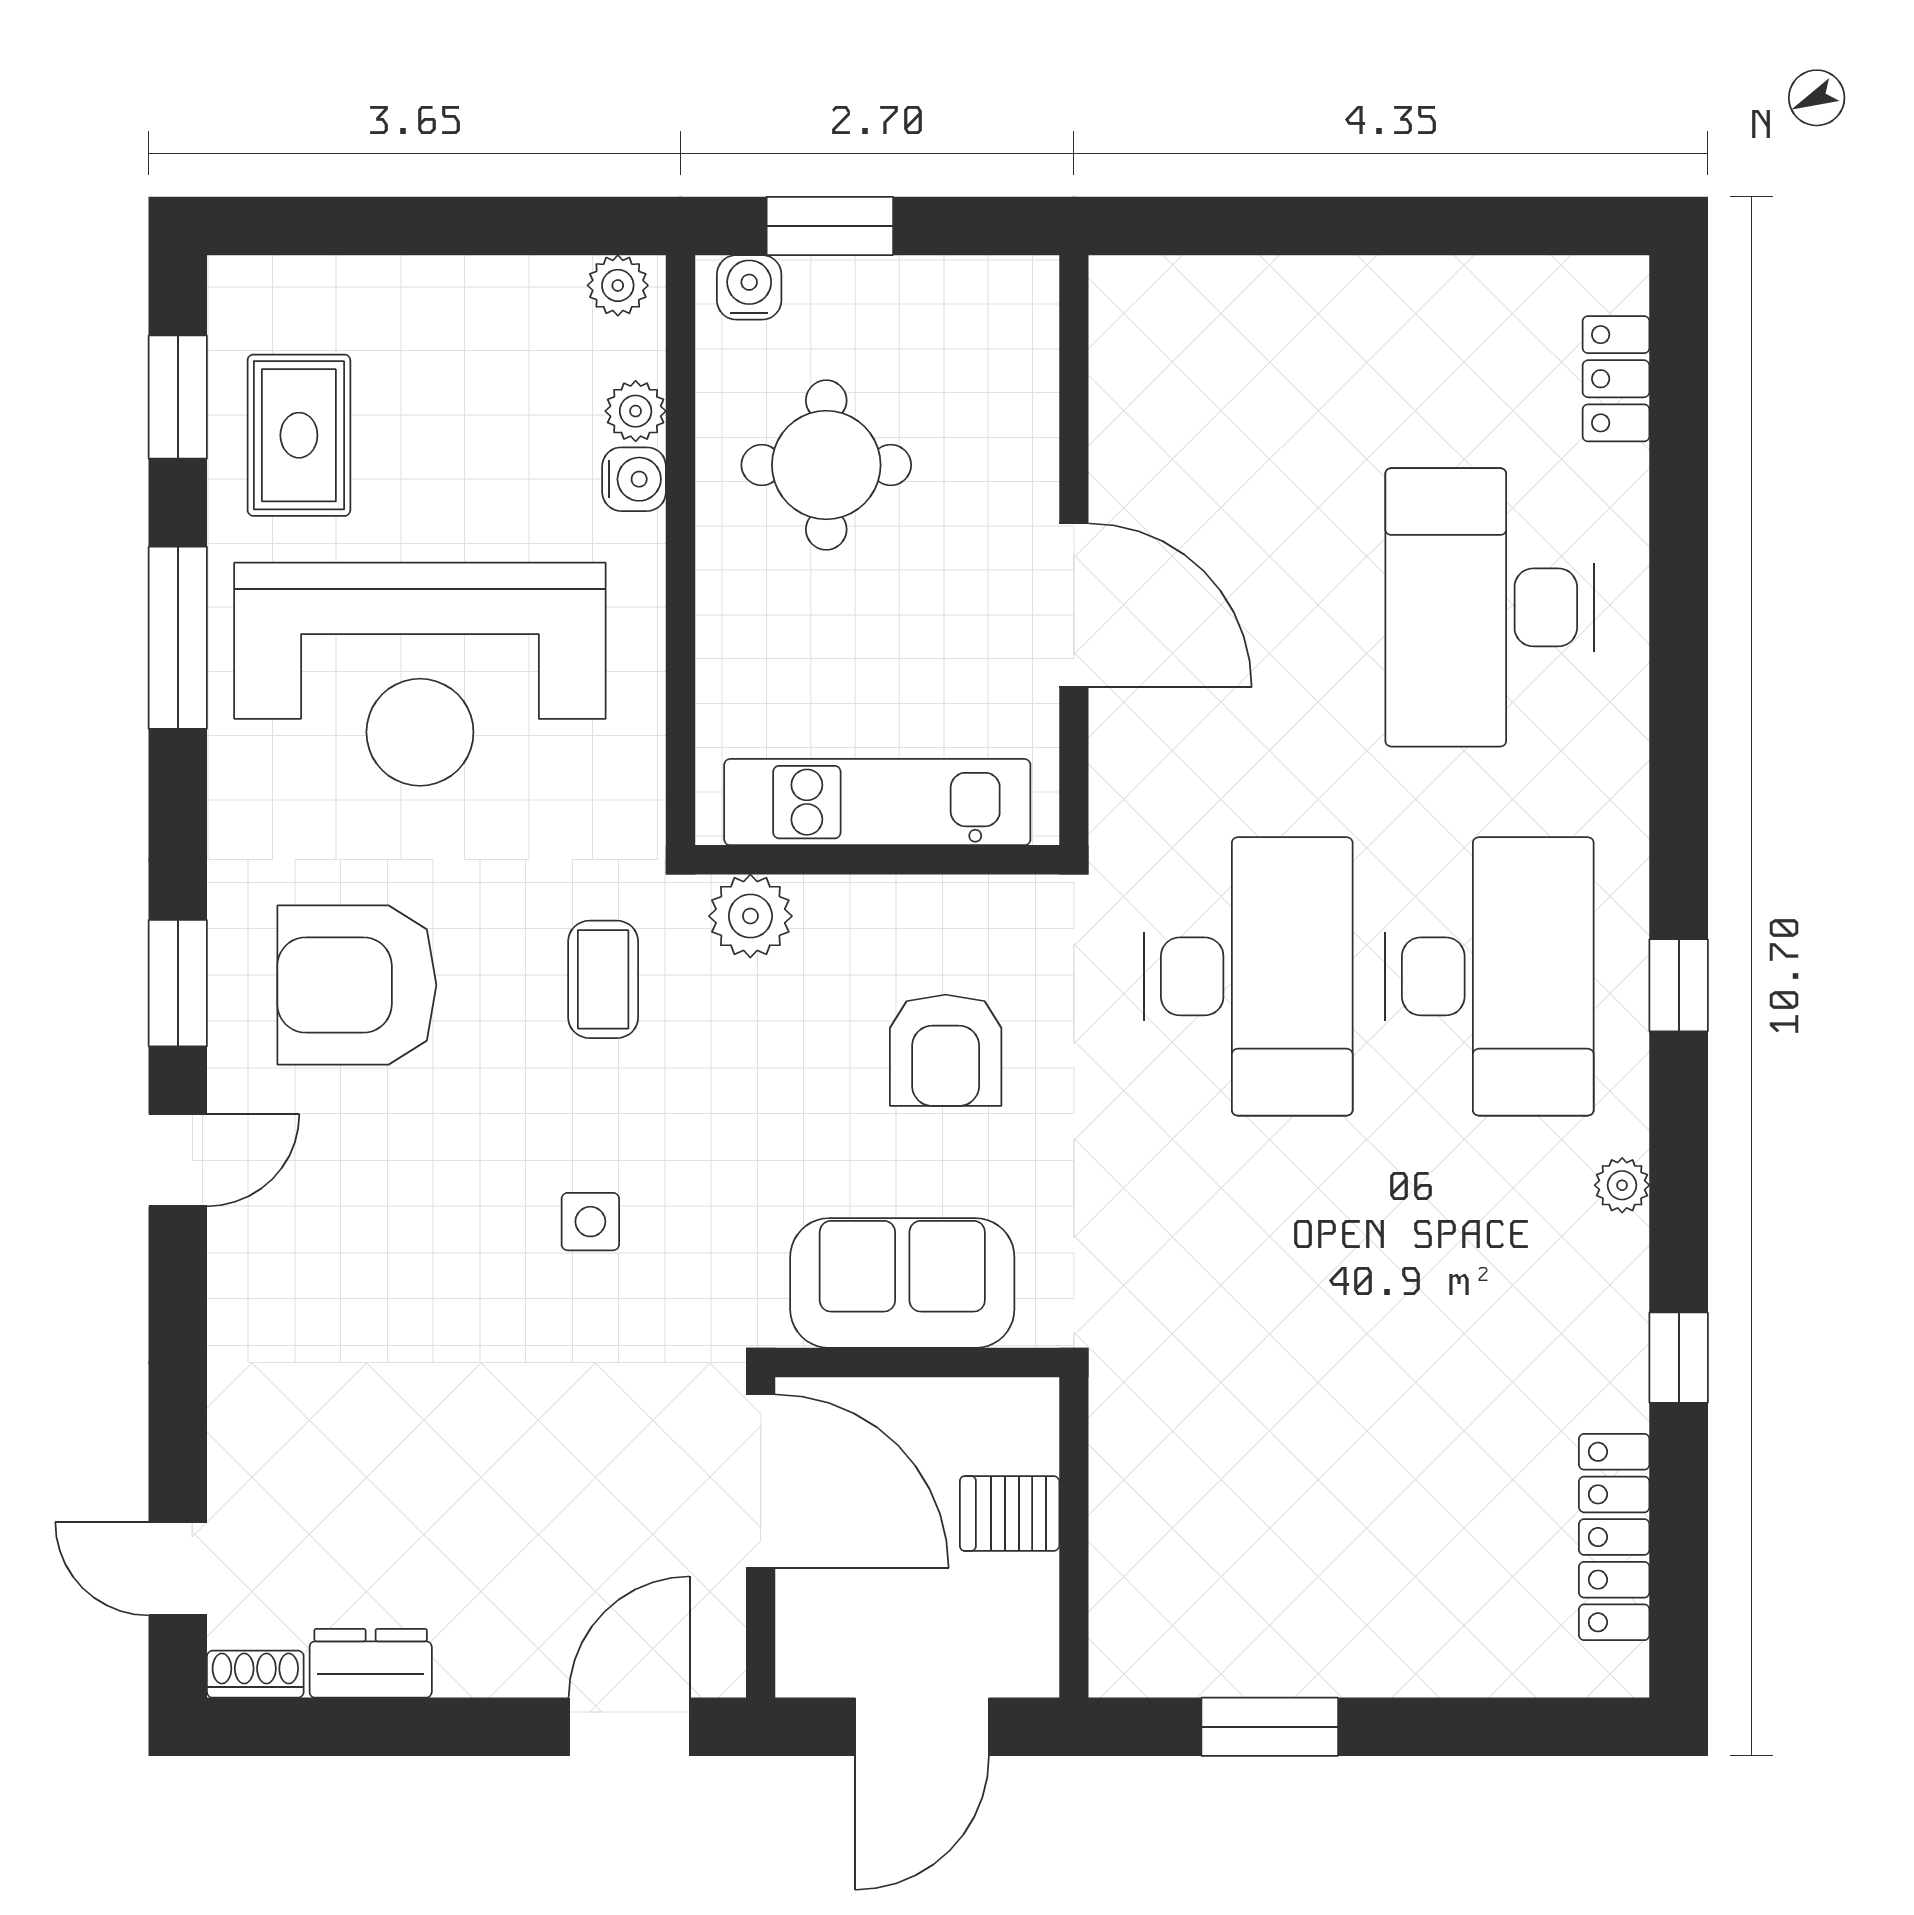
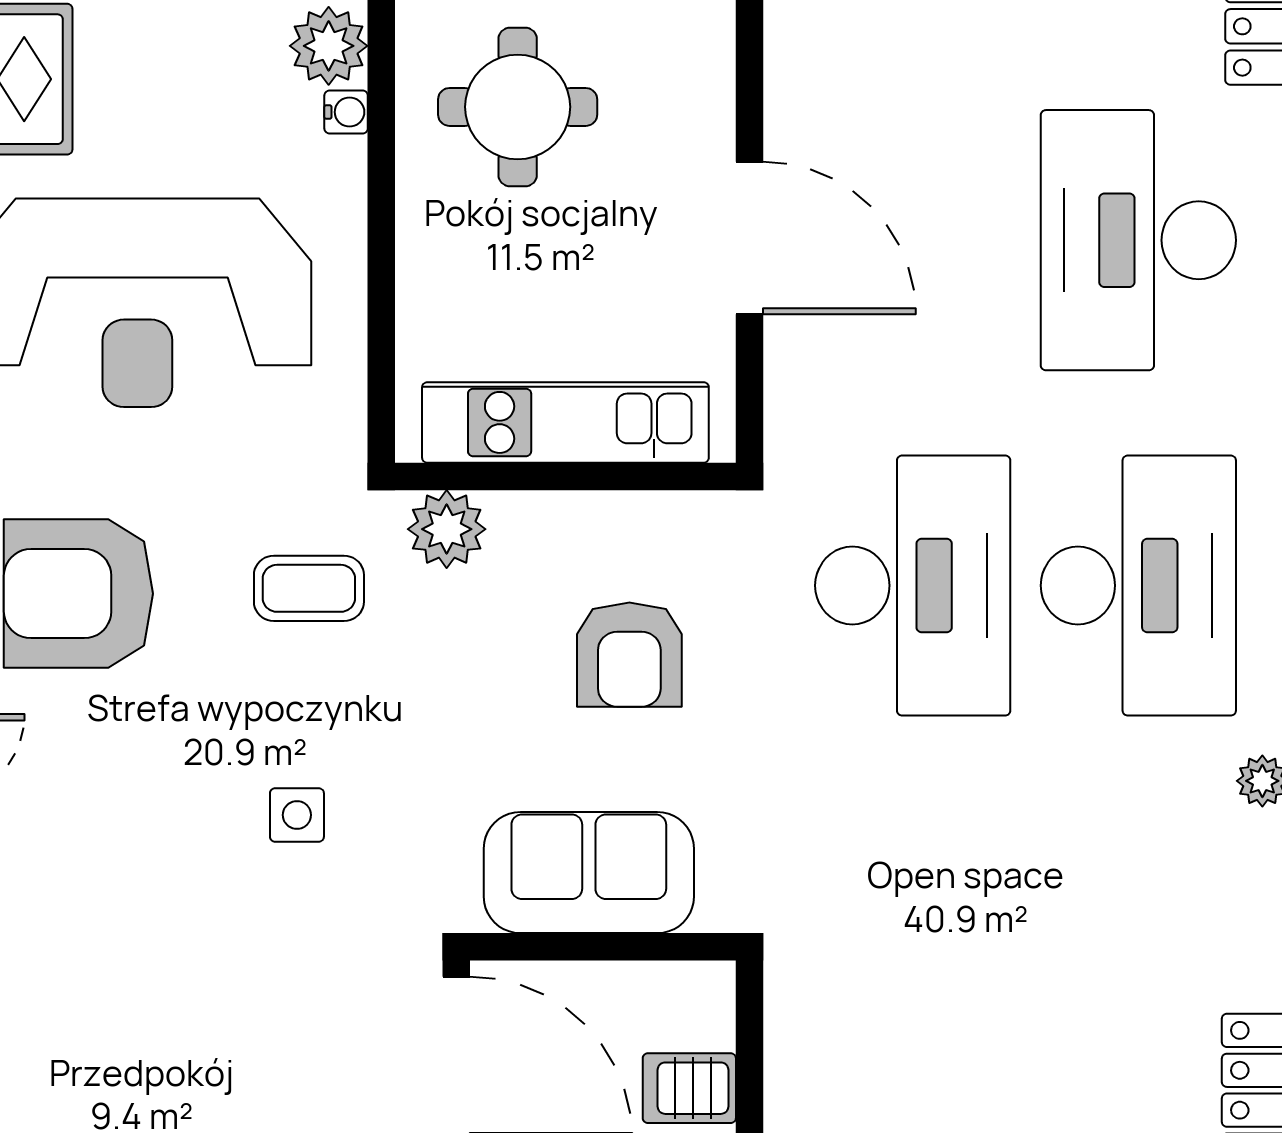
plant: (636, 411) -> (329, 46), width x1.38, depth x1.38
water cooler: (634, 479) -> (346, 112), width x0.72, depth x0.72
coffee table: (603, 979) -> (309, 588), turned 90

